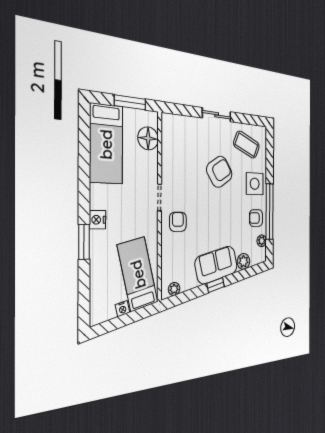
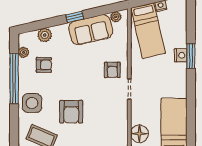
armchair: (219, 172) -> (71, 112), turned -57
armchair: (256, 218) -> (44, 65), moved
nightstand: (98, 220) -> (181, 55), moved
sofa: (216, 265) -> (91, 30), moved

